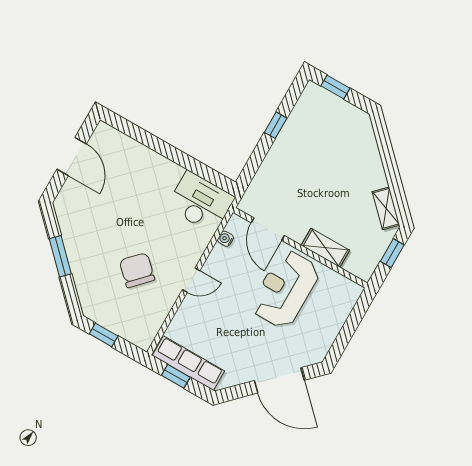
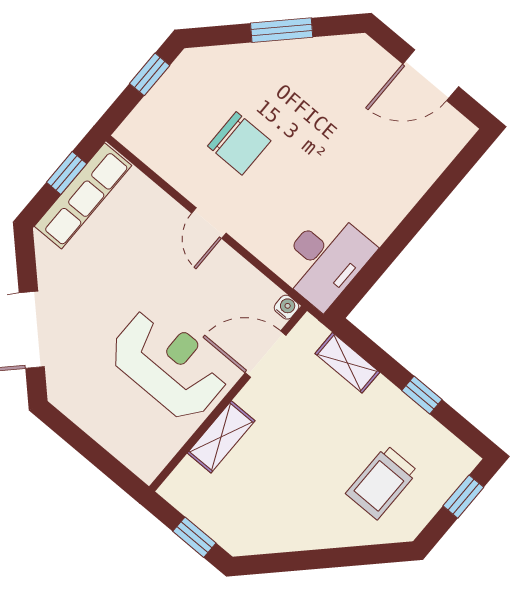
trolley: (336, 140) -> (382, 482), added
shelving: (386, 208) -> (347, 363), moved, turned 45
water cooler: (225, 239) -> (287, 307), moved
chair: (137, 270) -> (239, 143), turned 46

